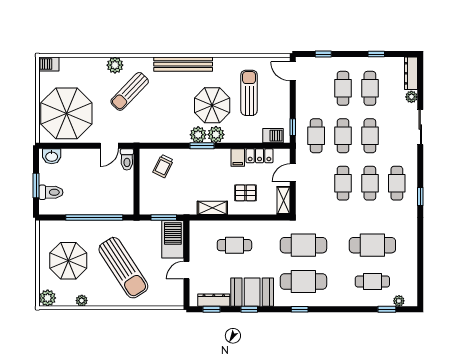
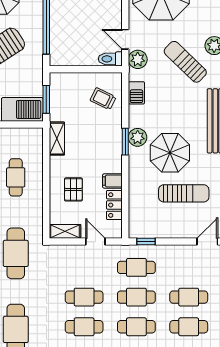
plant: (216, 135) -> (138, 59), moved
barbecue: (273, 136) -> (136, 93), moved
shelving: (212, 208) -> (57, 139), moved

